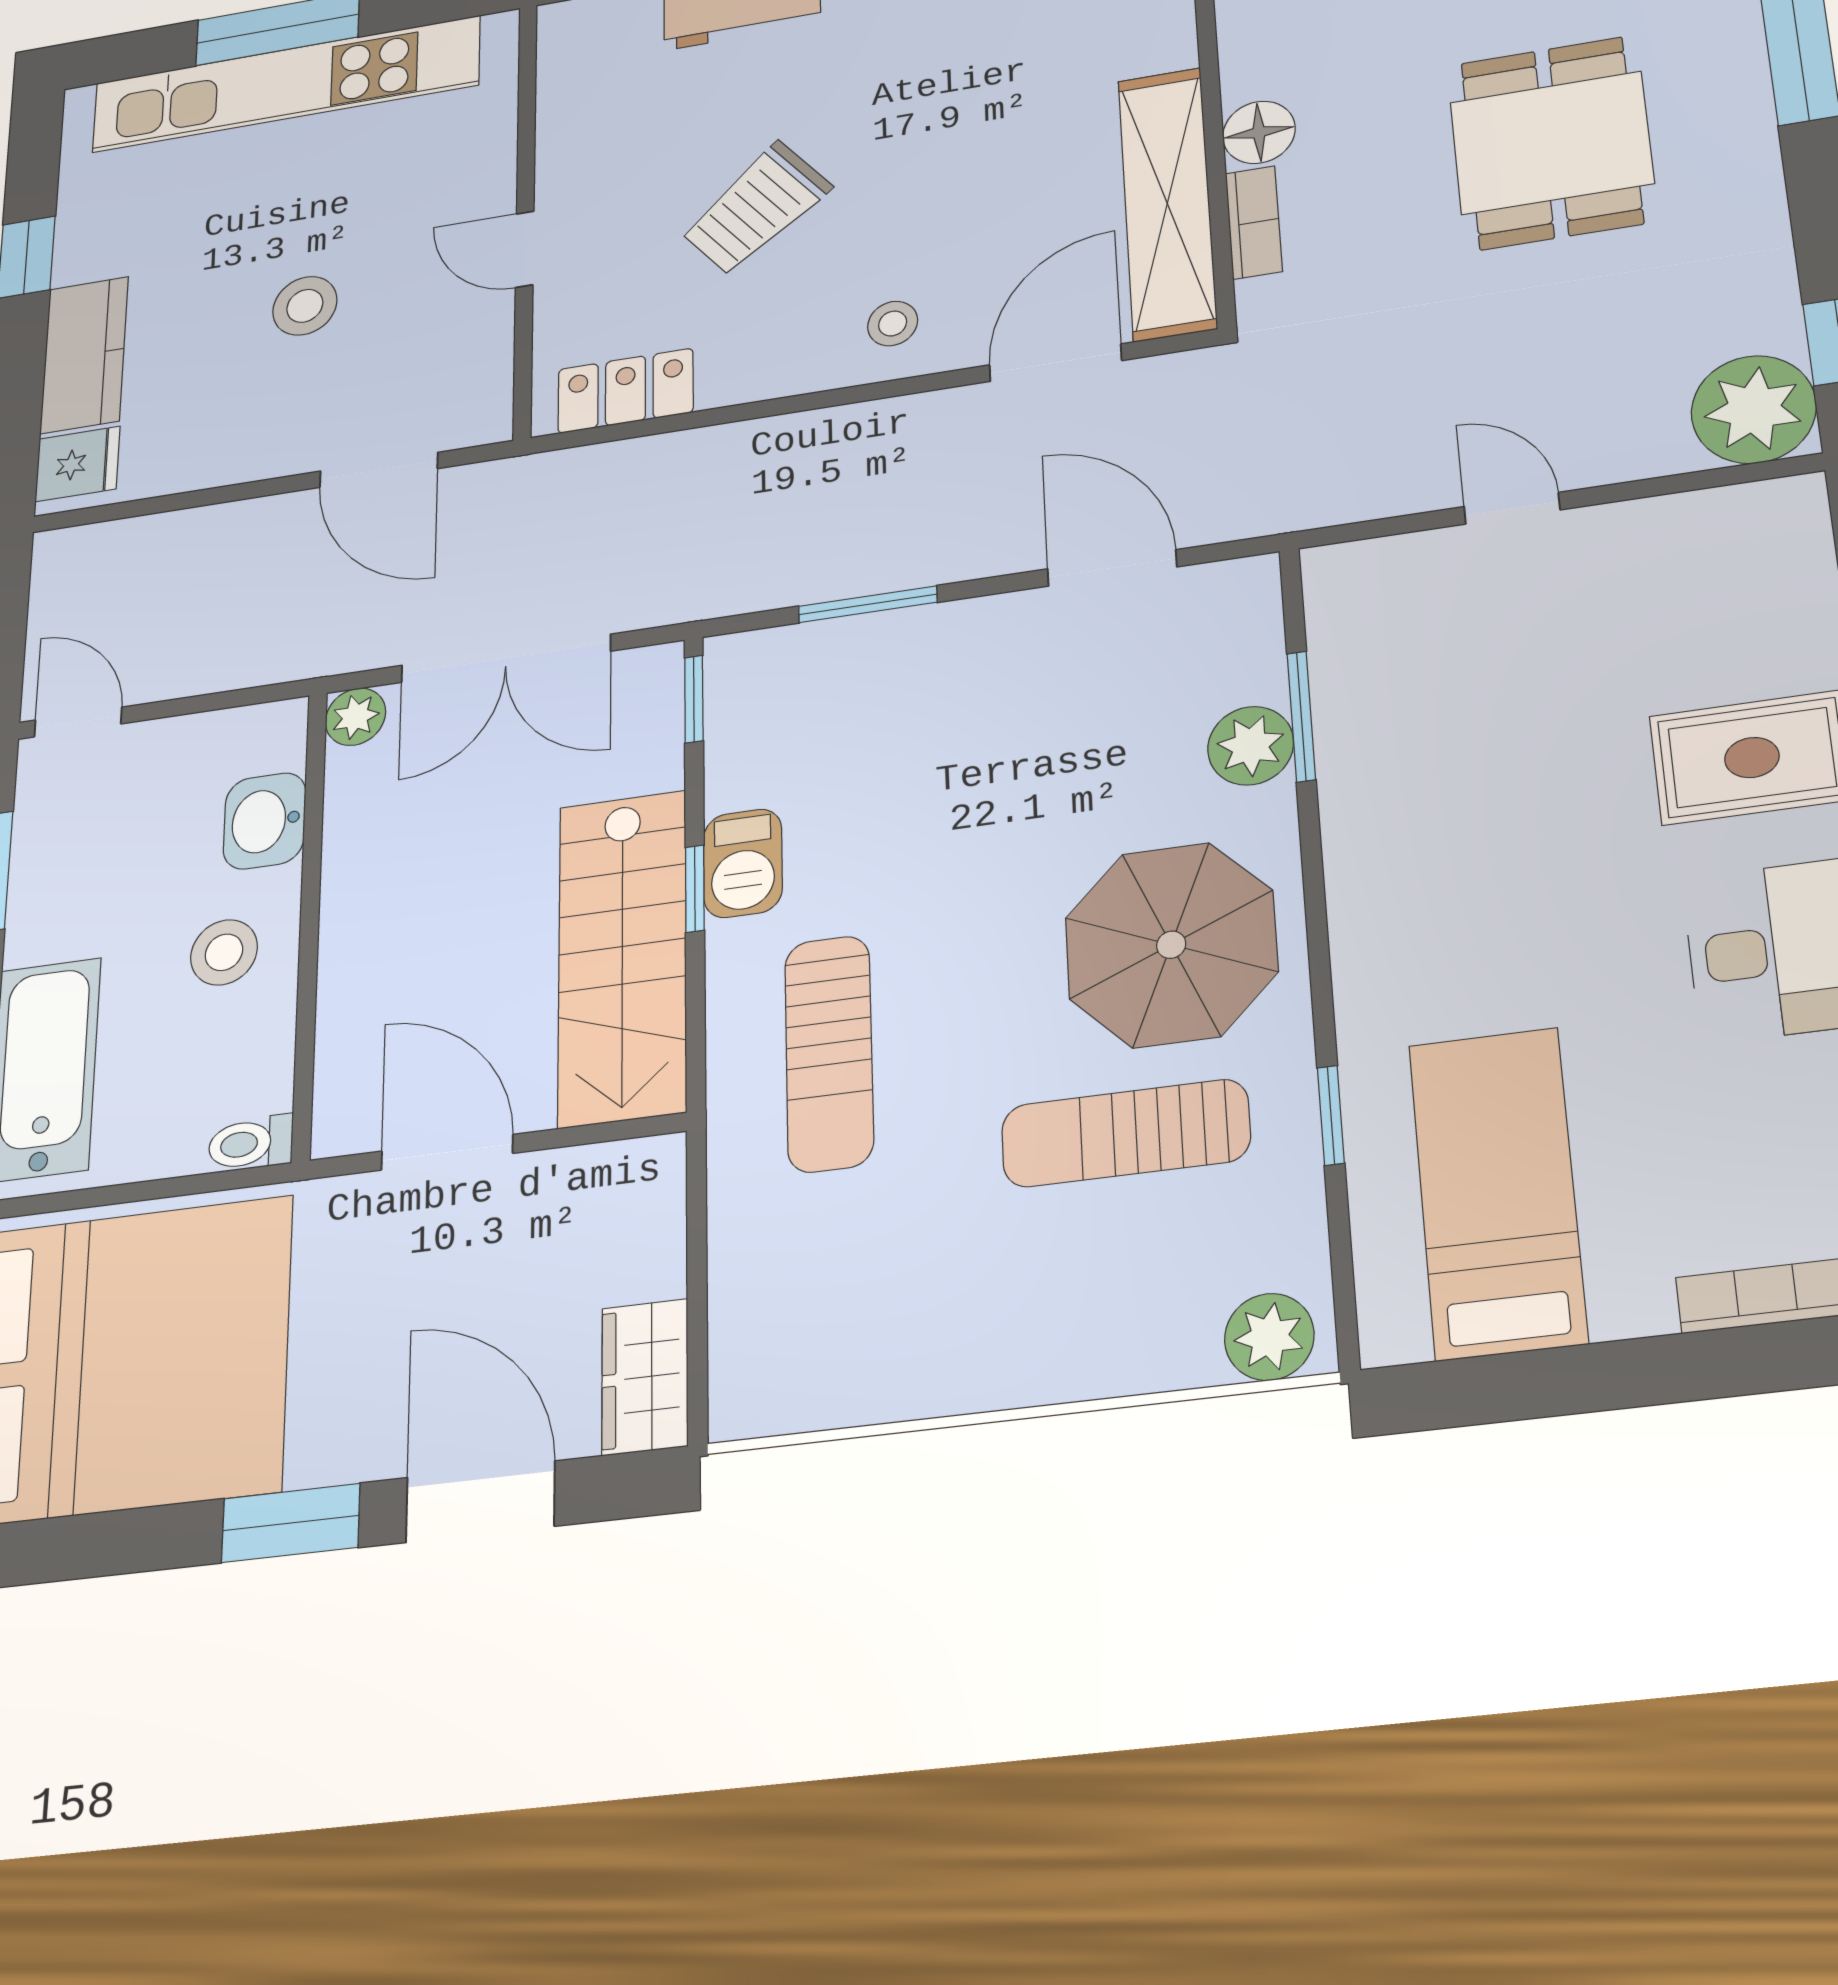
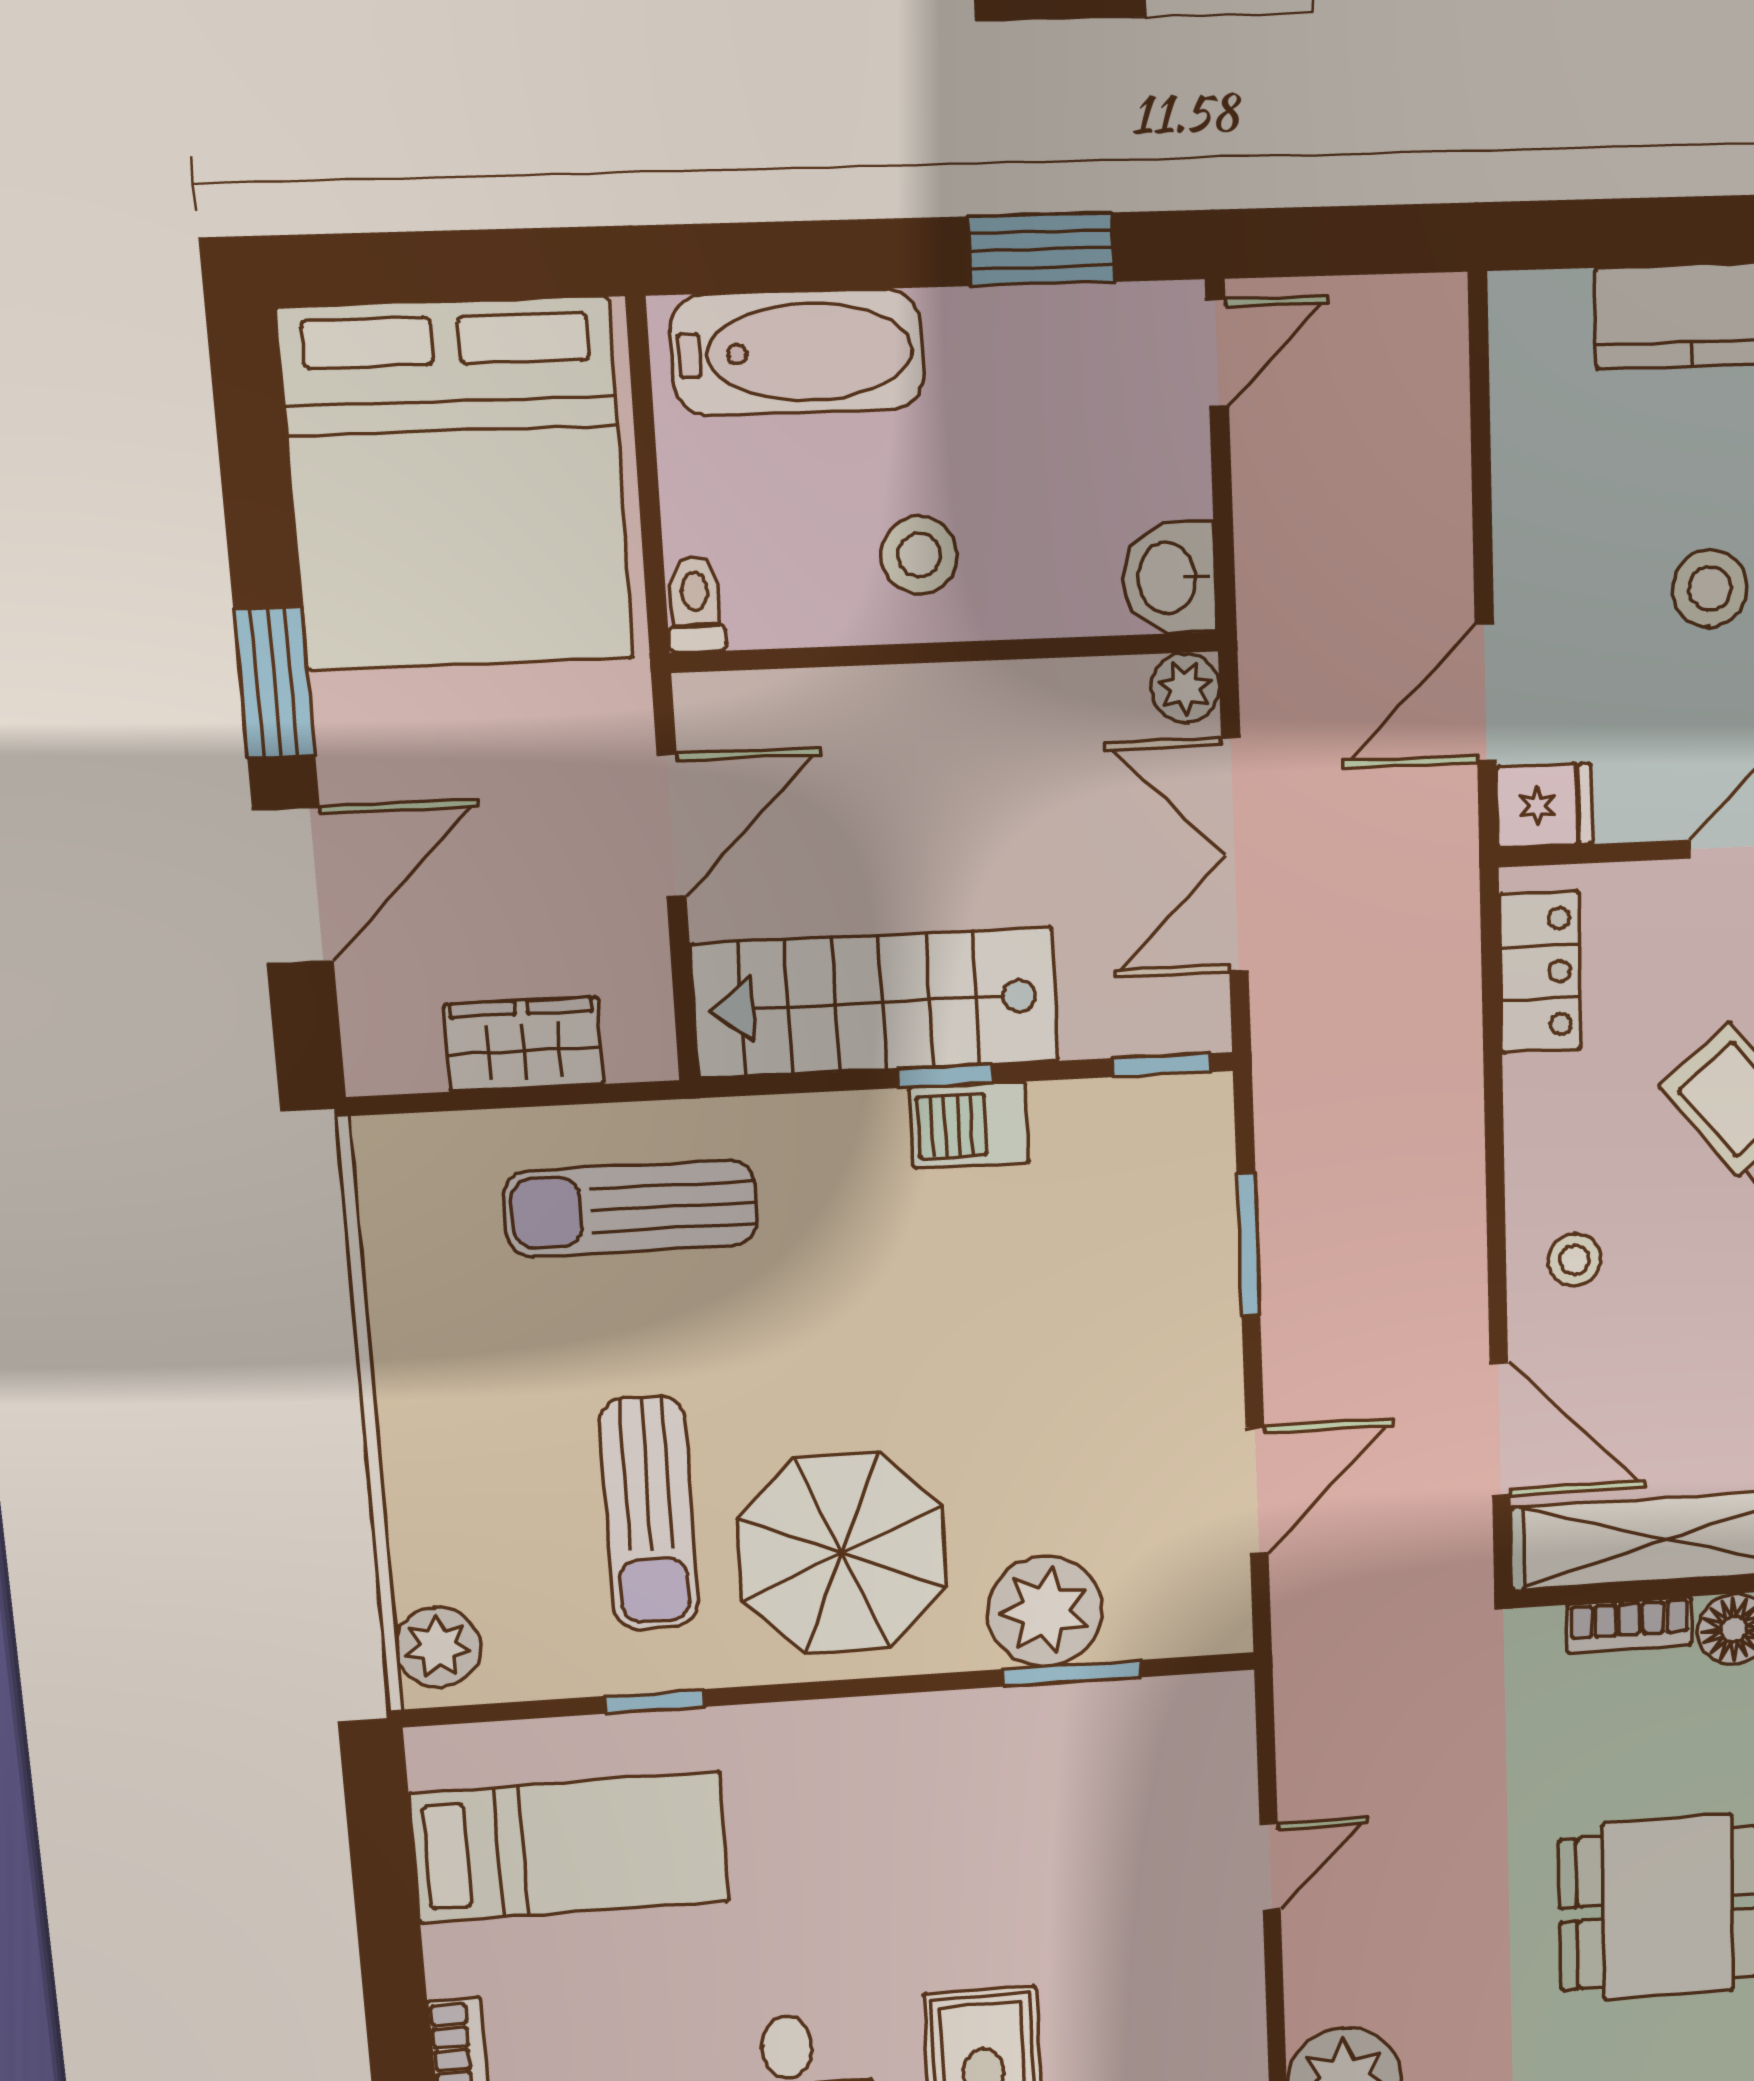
fridge: (78, 464) -> (1545, 806), moved, turned -90
plant: (1251, 746) -> (1045, 1611), width x1.36, depth x1.36
washbasin: (265, 821) -> (1170, 578), moved, turned -90
sun lounger: (829, 1053) -> (631, 1208), moved
sun lounger: (1126, 1133) -> (649, 1513), turned 180
wardrobe: (645, 1377) -> (524, 1044), moved

